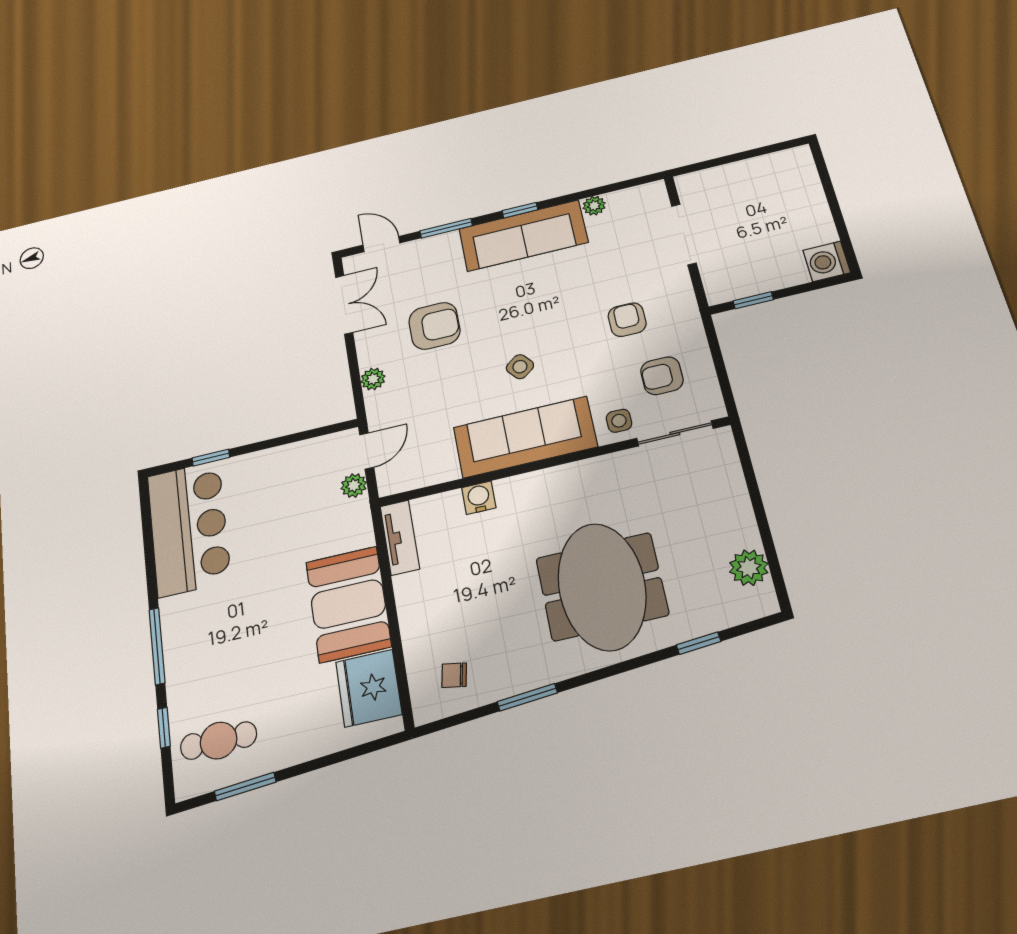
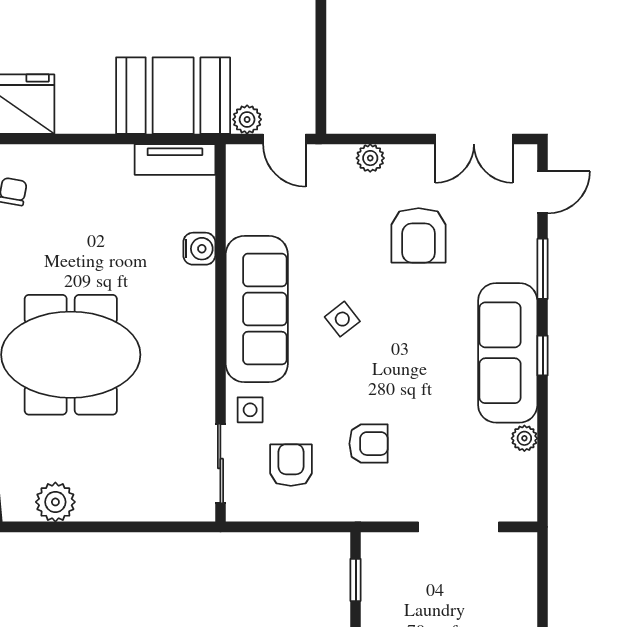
booth: (348, 604) -> (173, 96), moved

